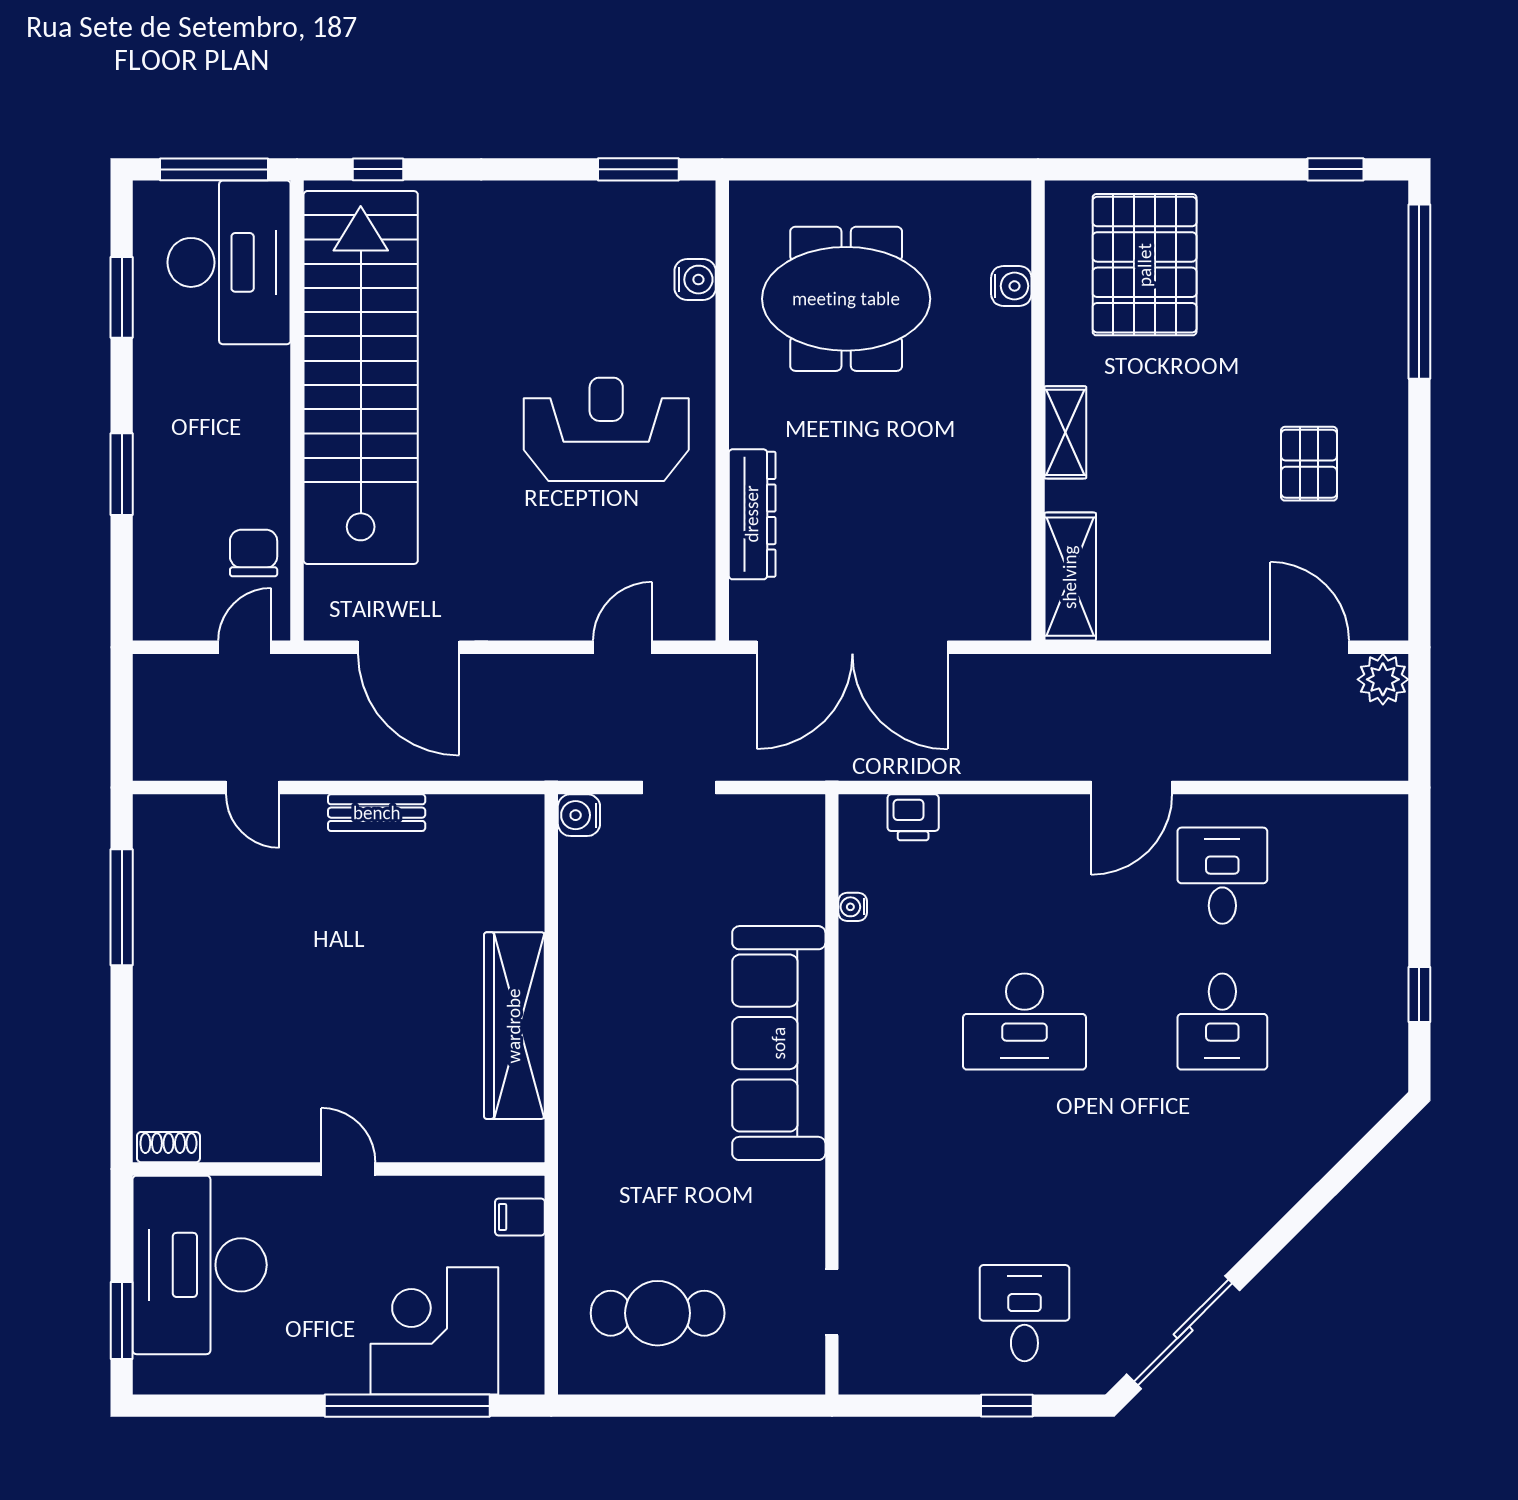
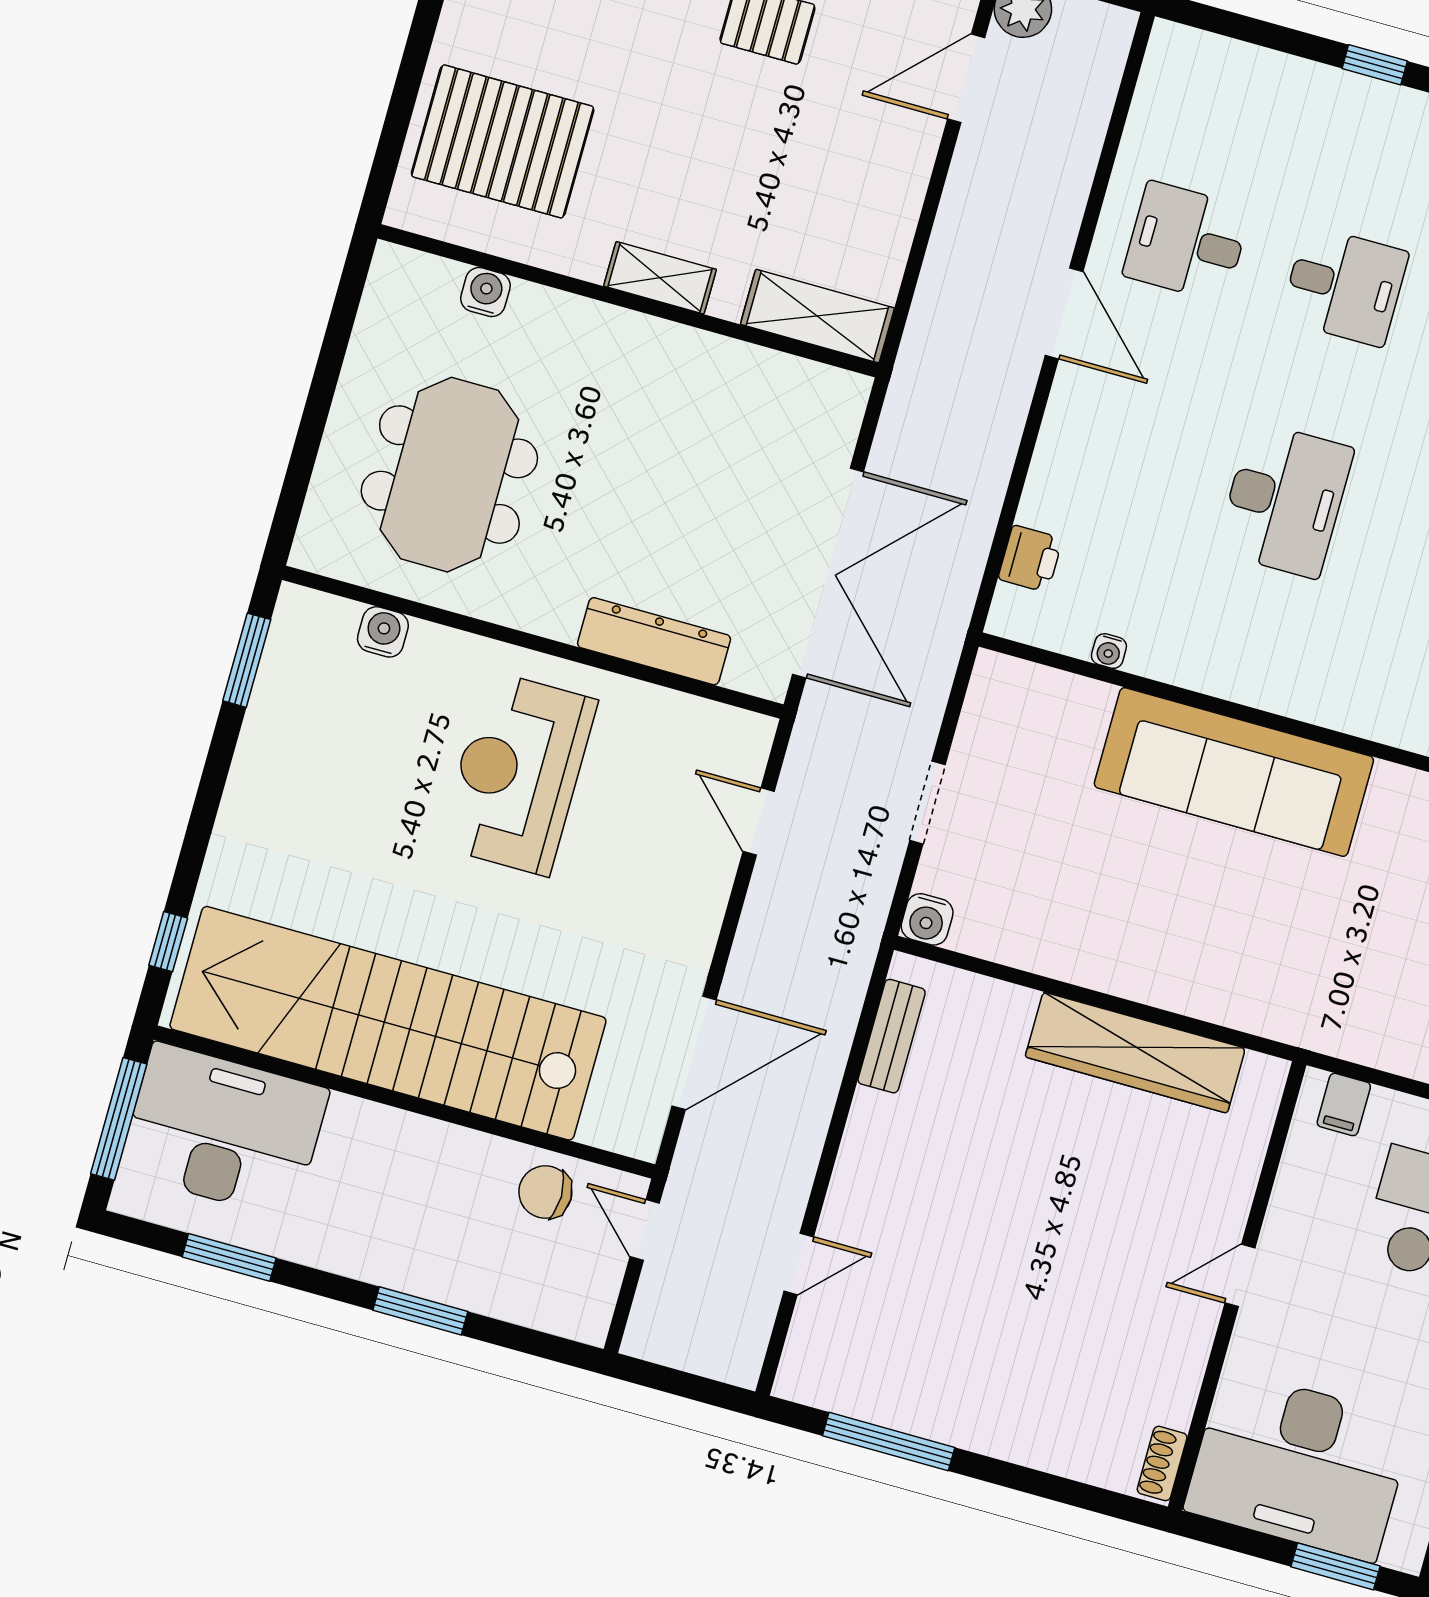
bench: (377, 813) -> (892, 1036), moved

